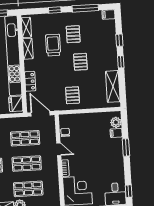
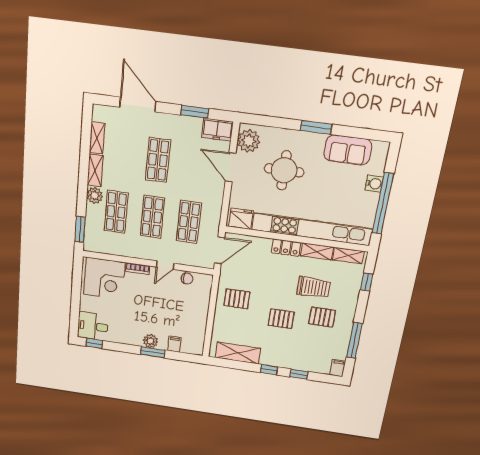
window: (55, 10) -> (367, 282), moved
locker: (30, 81) -> (286, 248), moved
plant: (116, 122) -> (150, 341), moved

